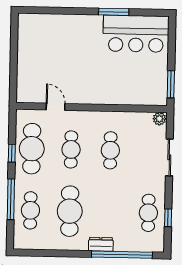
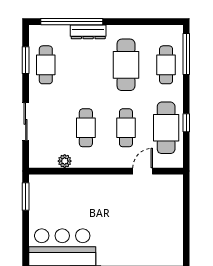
door: (56, 107) -> (143, 171), swing flipped
plant: (159, 119) -> (65, 161), moved
window: (11, 199) -> (186, 54), moved
window: (168, 218) -> (26, 60), width x1.50
dresser: (101, 244) -> (88, 32), width x1.44

